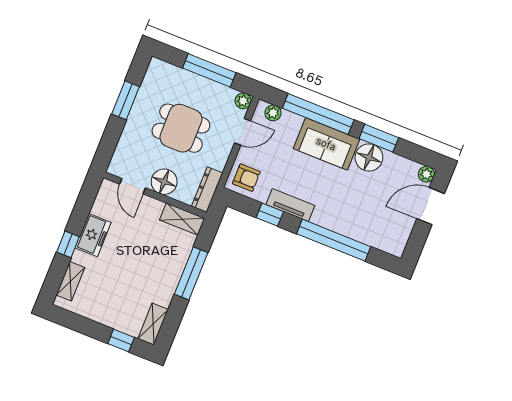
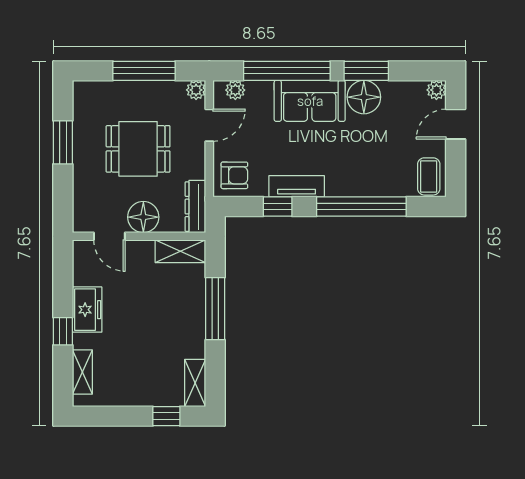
door: (431, 206) -> (456, 124), width x0.73
coffee table: (394, 238) -> (429, 176), added

